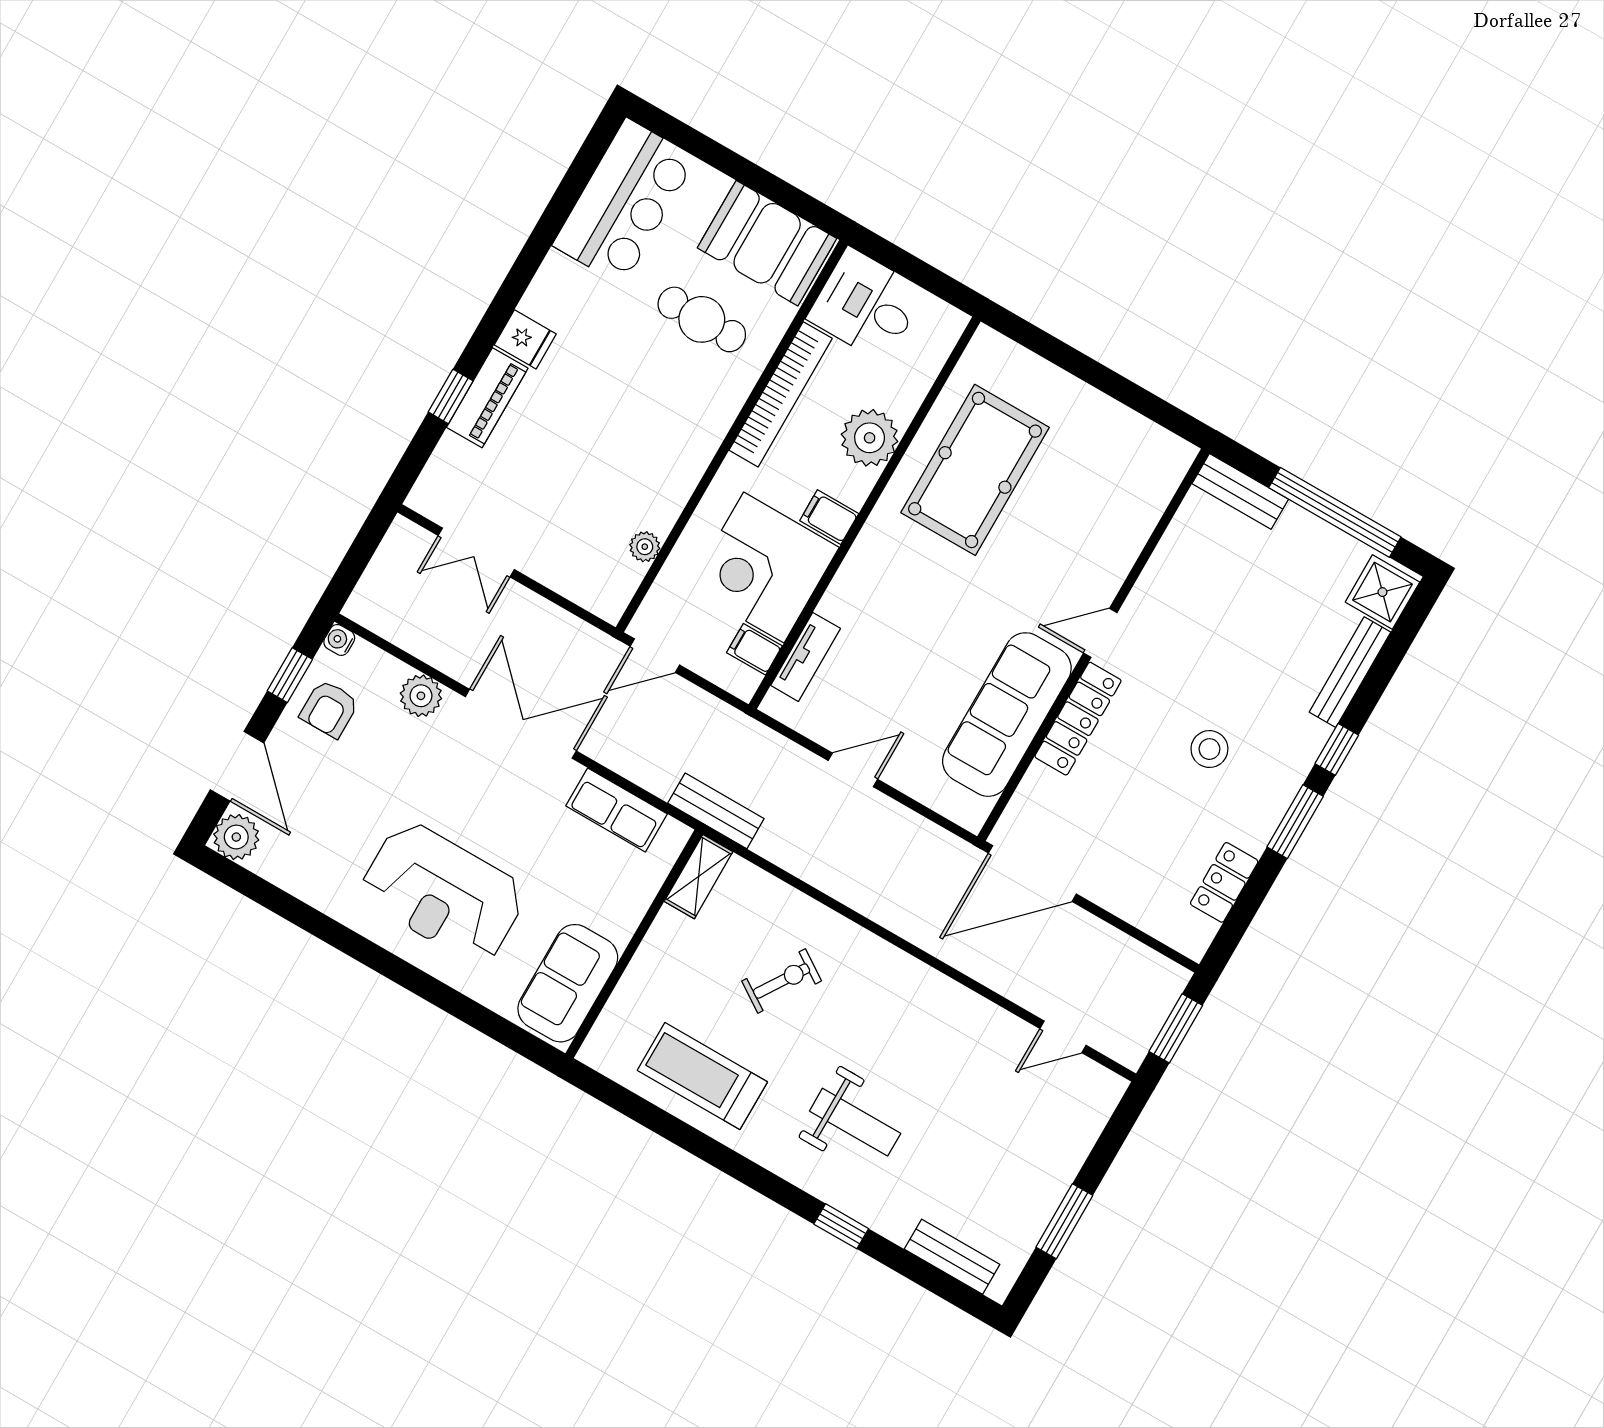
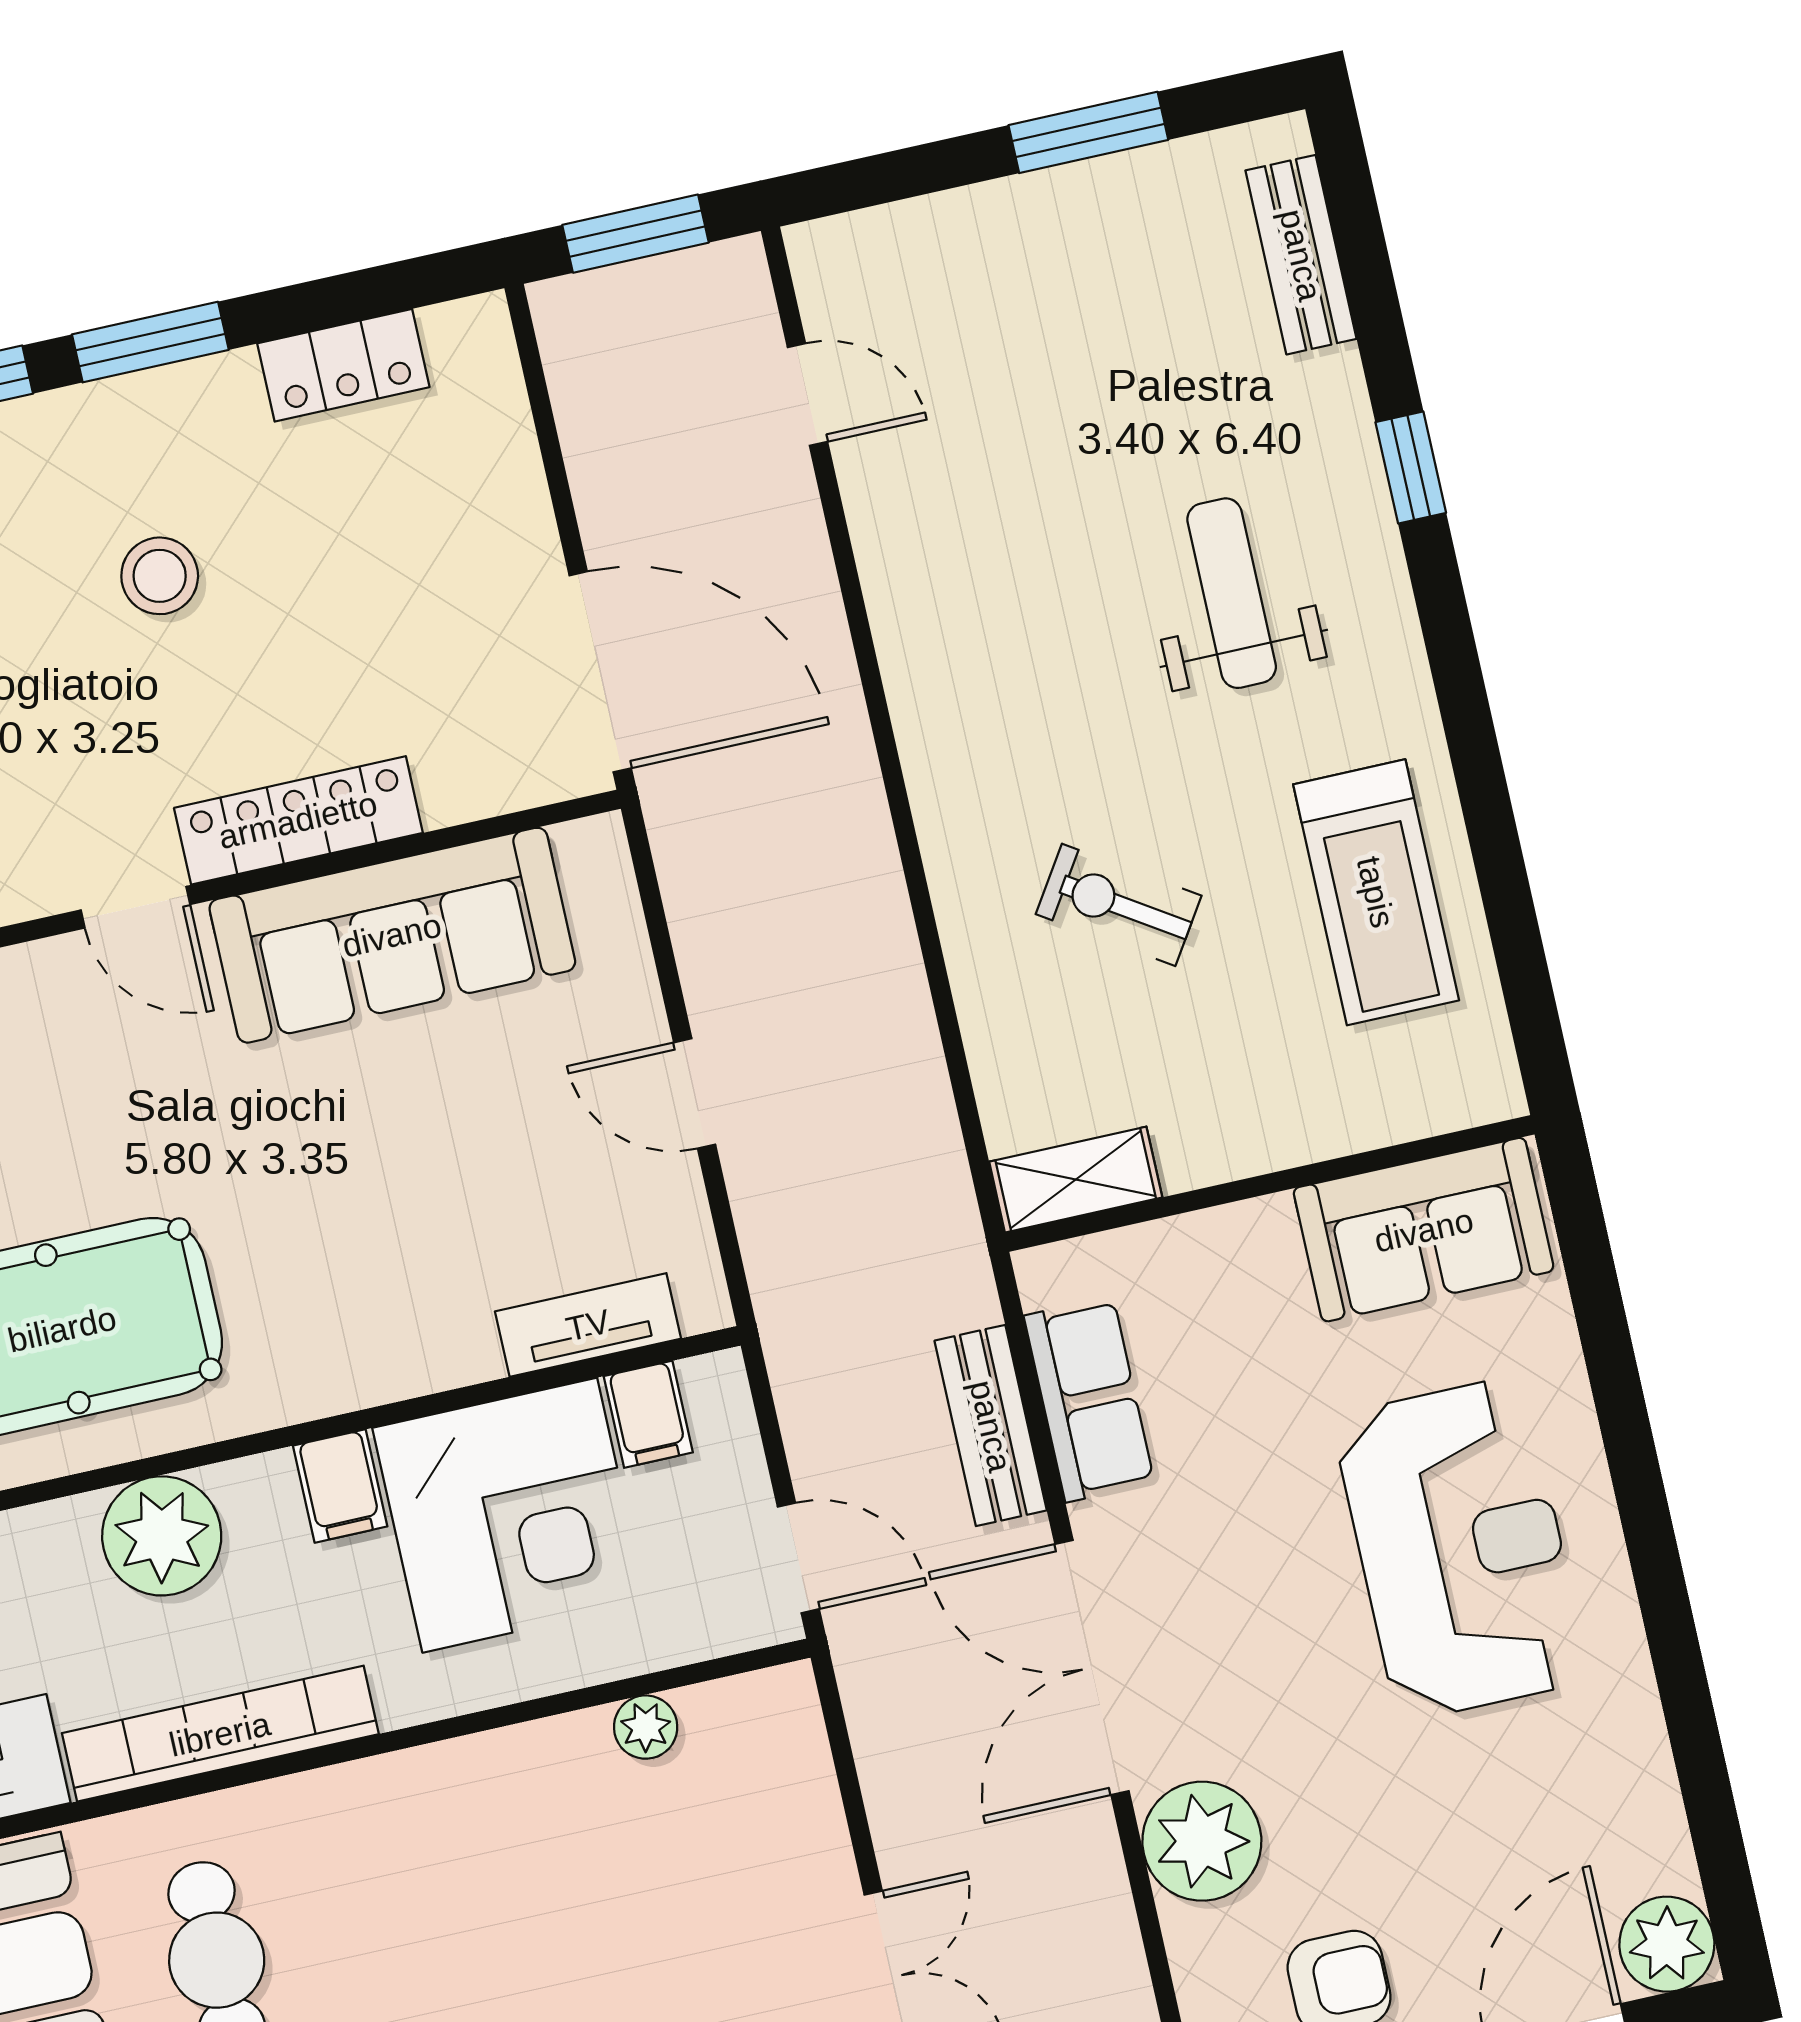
plant: (421, 696) -> (1202, 1841), width x1.36, depth x1.36
bench: (716, 811) -> (991, 1426), moved

